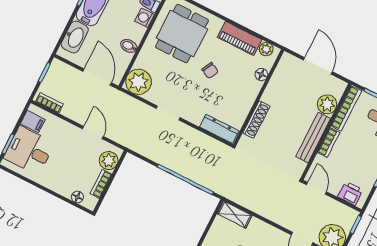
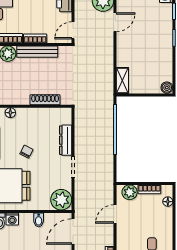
dresser: (219, 129) -> (66, 140), moved

